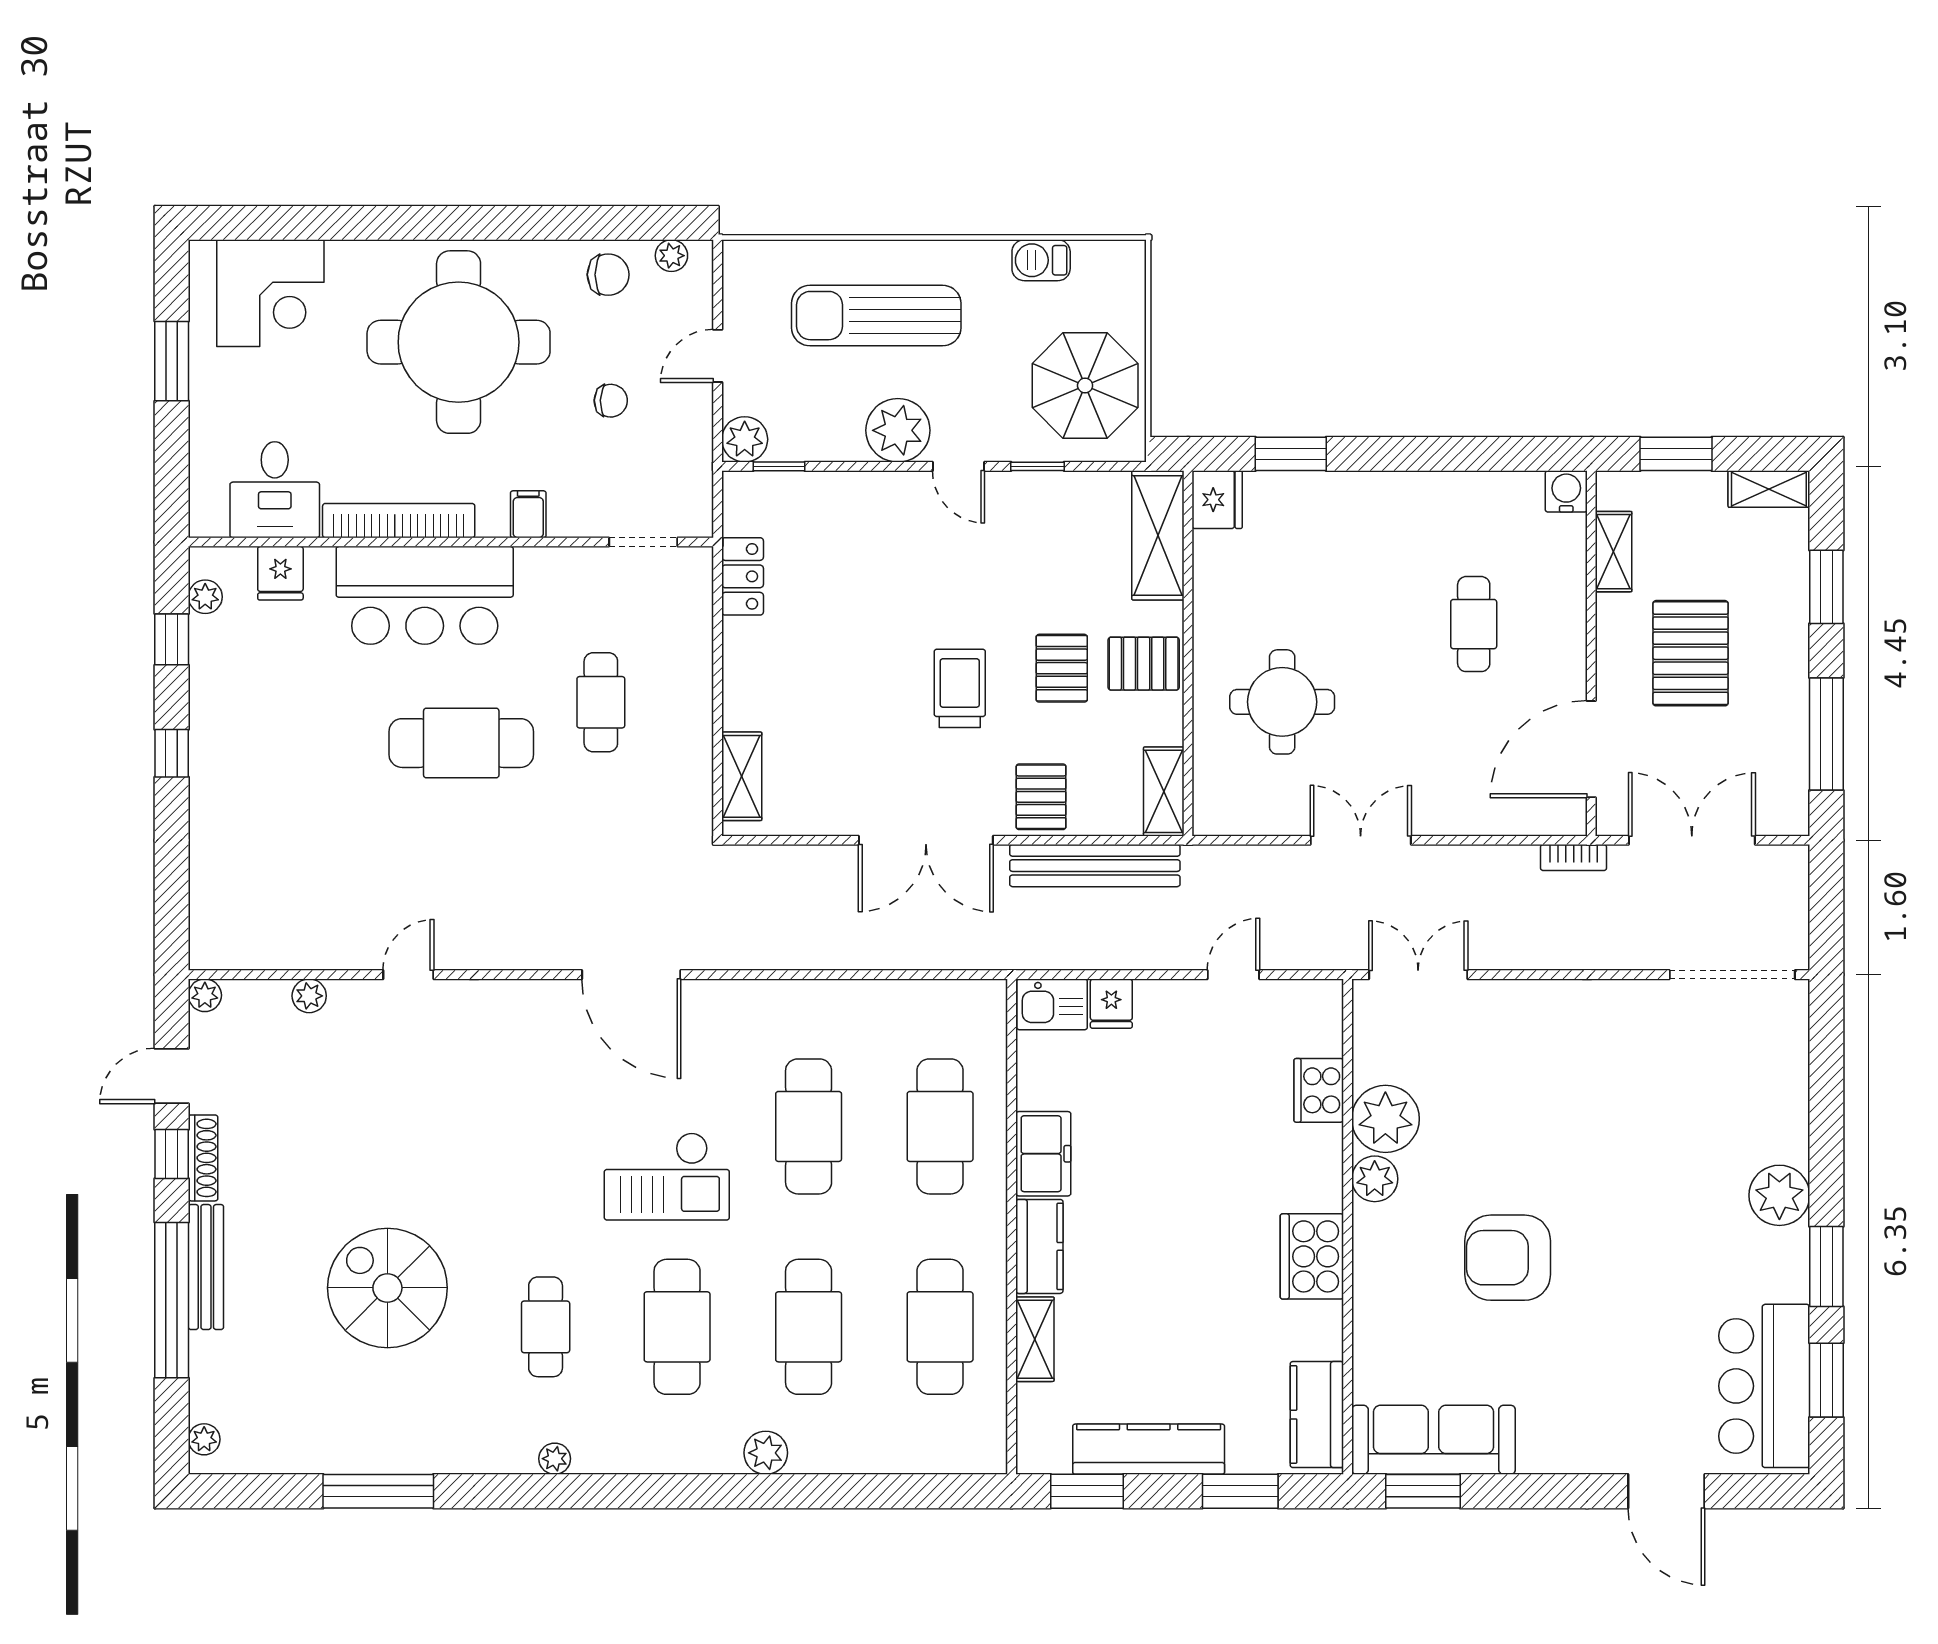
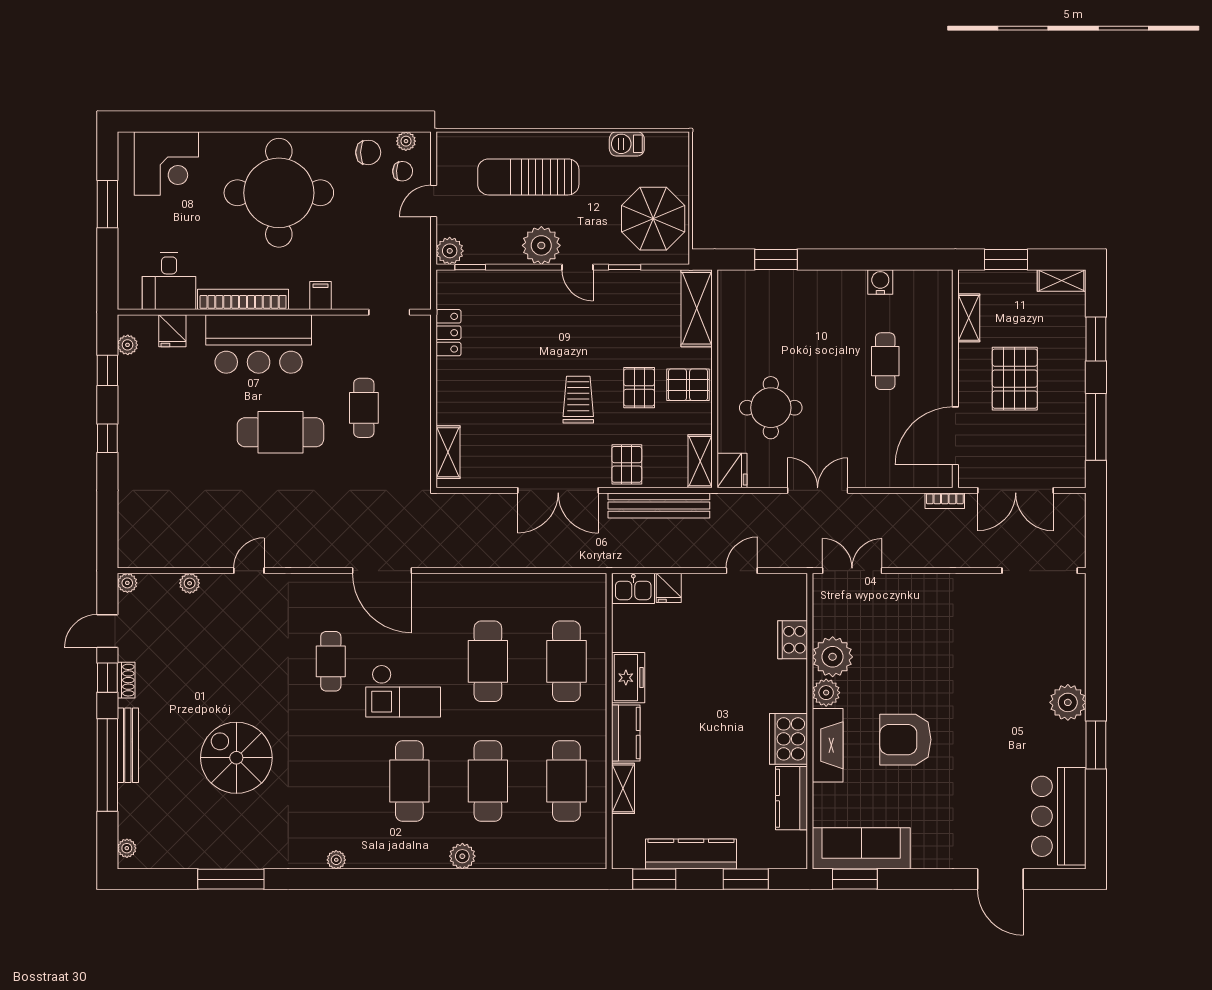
chair: (611, 401) -> (403, 171), moved
water cooler: (1566, 491) -> (880, 282), moved
fridge: (1217, 500) -> (732, 470), moved
double door: (1692, 840) -> (1016, 490), swing flipped
shoe rack: (203, 1158) -> (126, 680), width x0.70
fireplace: (1377, 1267) -> (828, 745), added
cafe table: (546, 1327) -> (331, 661), moved
window: (1826, 1380) -> (1096, 813), removed
kitchen counter: (1317, 1415) -> (792, 798), moved

